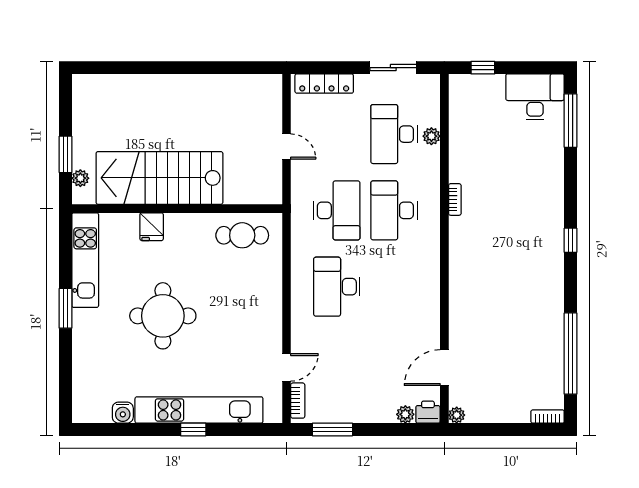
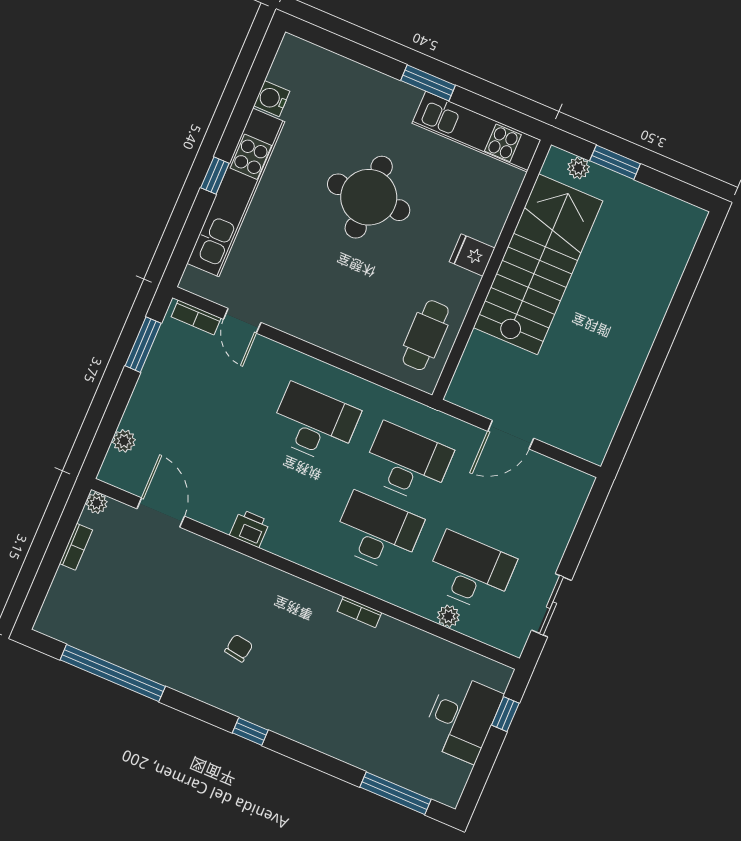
locker: (324, 84) -> (568, 513), removed
desk: (535, 97) -> (462, 718), moved
door: (286, 147) -> (511, 435), width x1.38
desk: (337, 210) -> (407, 463), turned 180
fridge: (152, 227) -> (472, 255), moved
chair: (516, 273) -> (239, 648), added
printer: (428, 412) -> (250, 528), moved, turned -90
bookcase: (548, 417) -> (76, 547), moved

